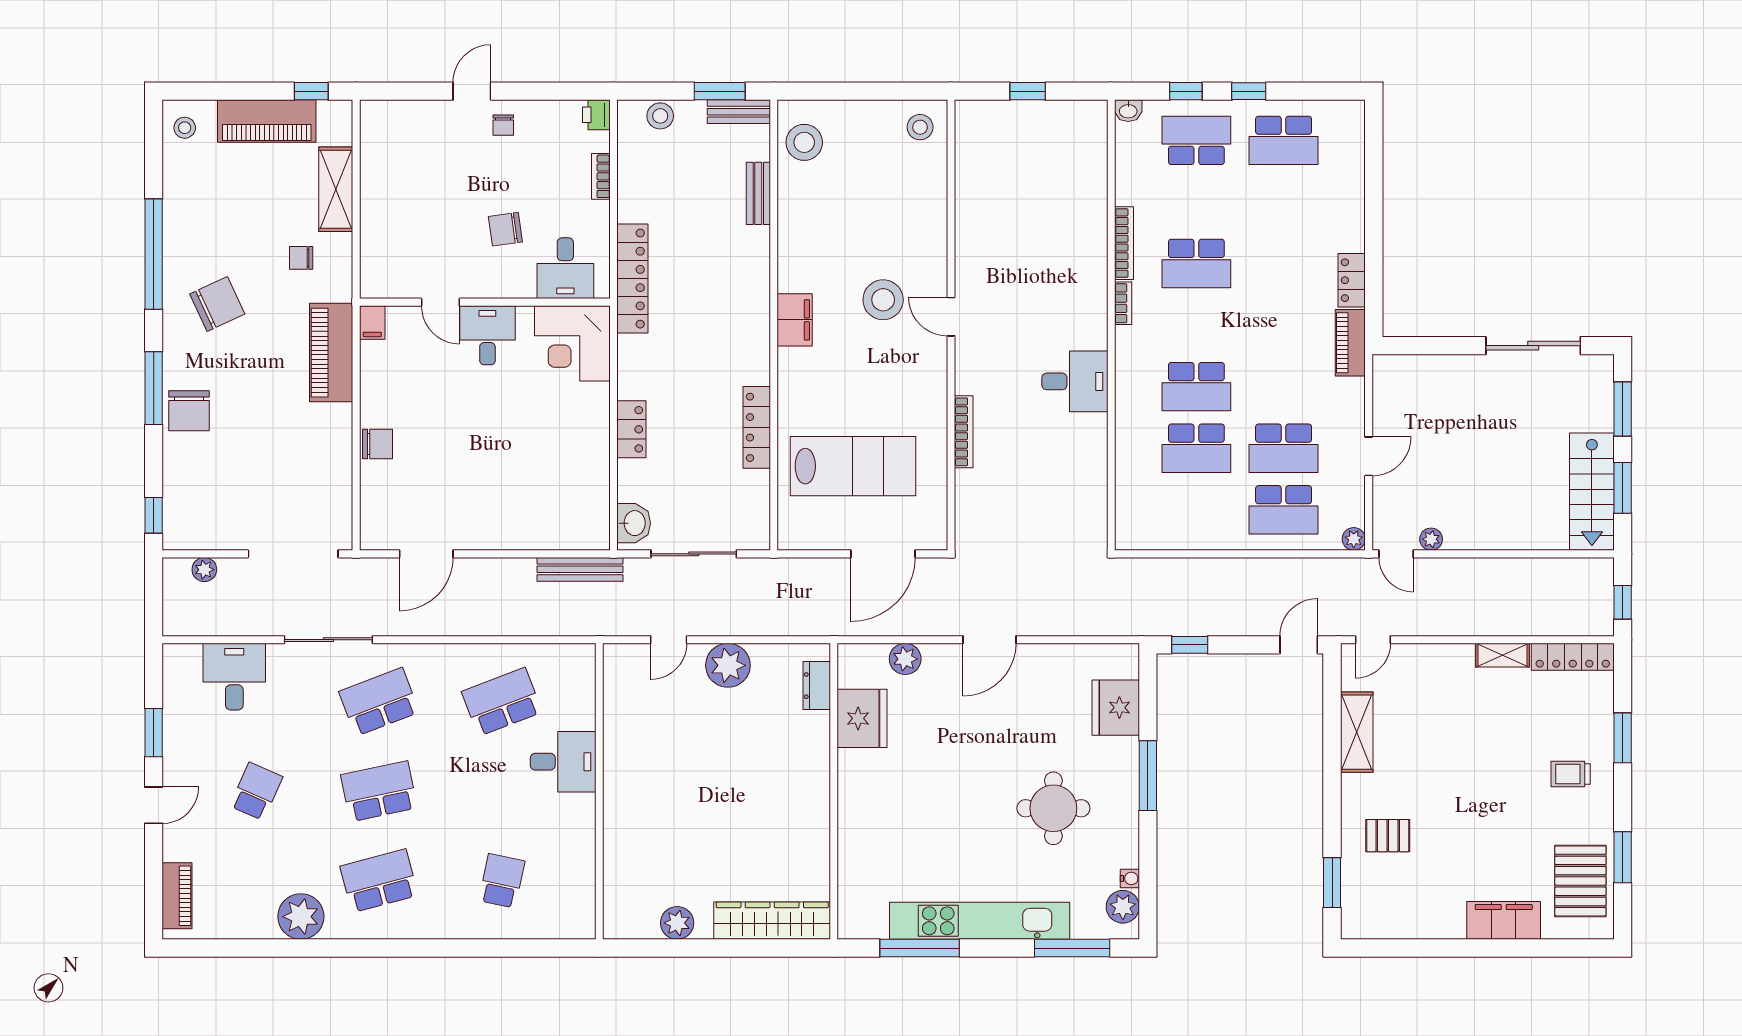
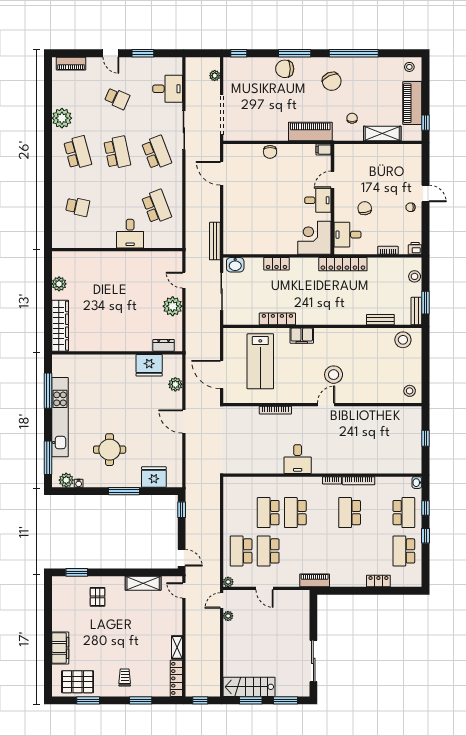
locker: (1352, 280) -> (378, 581), moved
filing cabinet: (795, 320) -> (302, 336), moved

